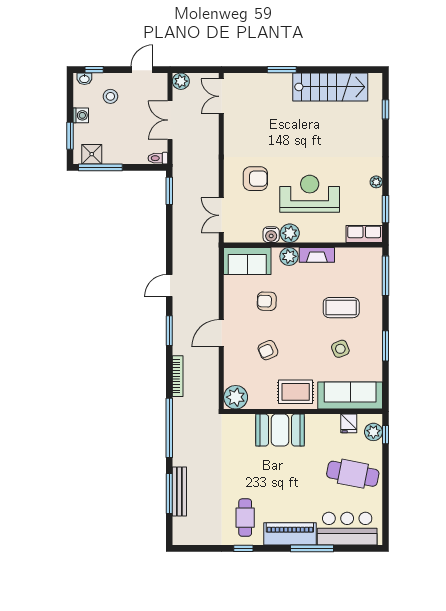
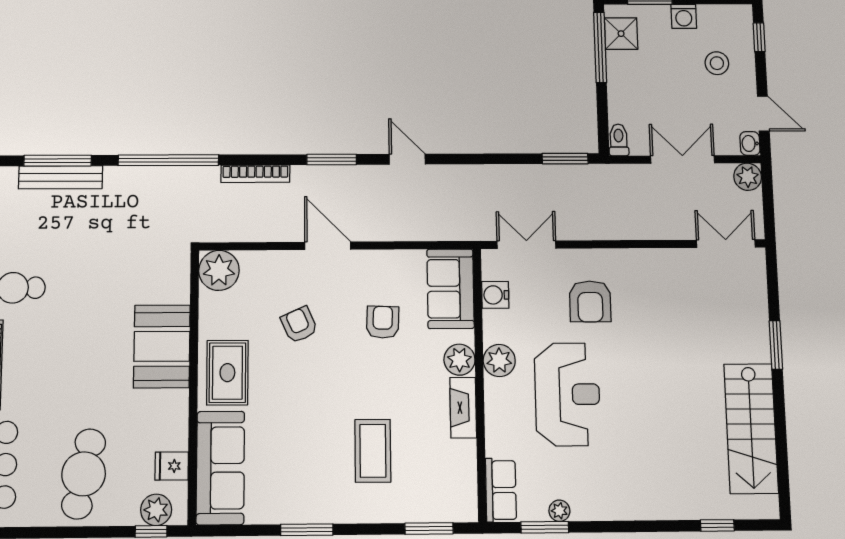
washbasin: (84, 79) -> (750, 143), moved
plant: (376, 182) -> (559, 511), moved
water cooler: (271, 235) -> (495, 295), moved
window: (385, 276) -> (429, 528), width x0.69
side table: (340, 349) -> (301, 450), removed

